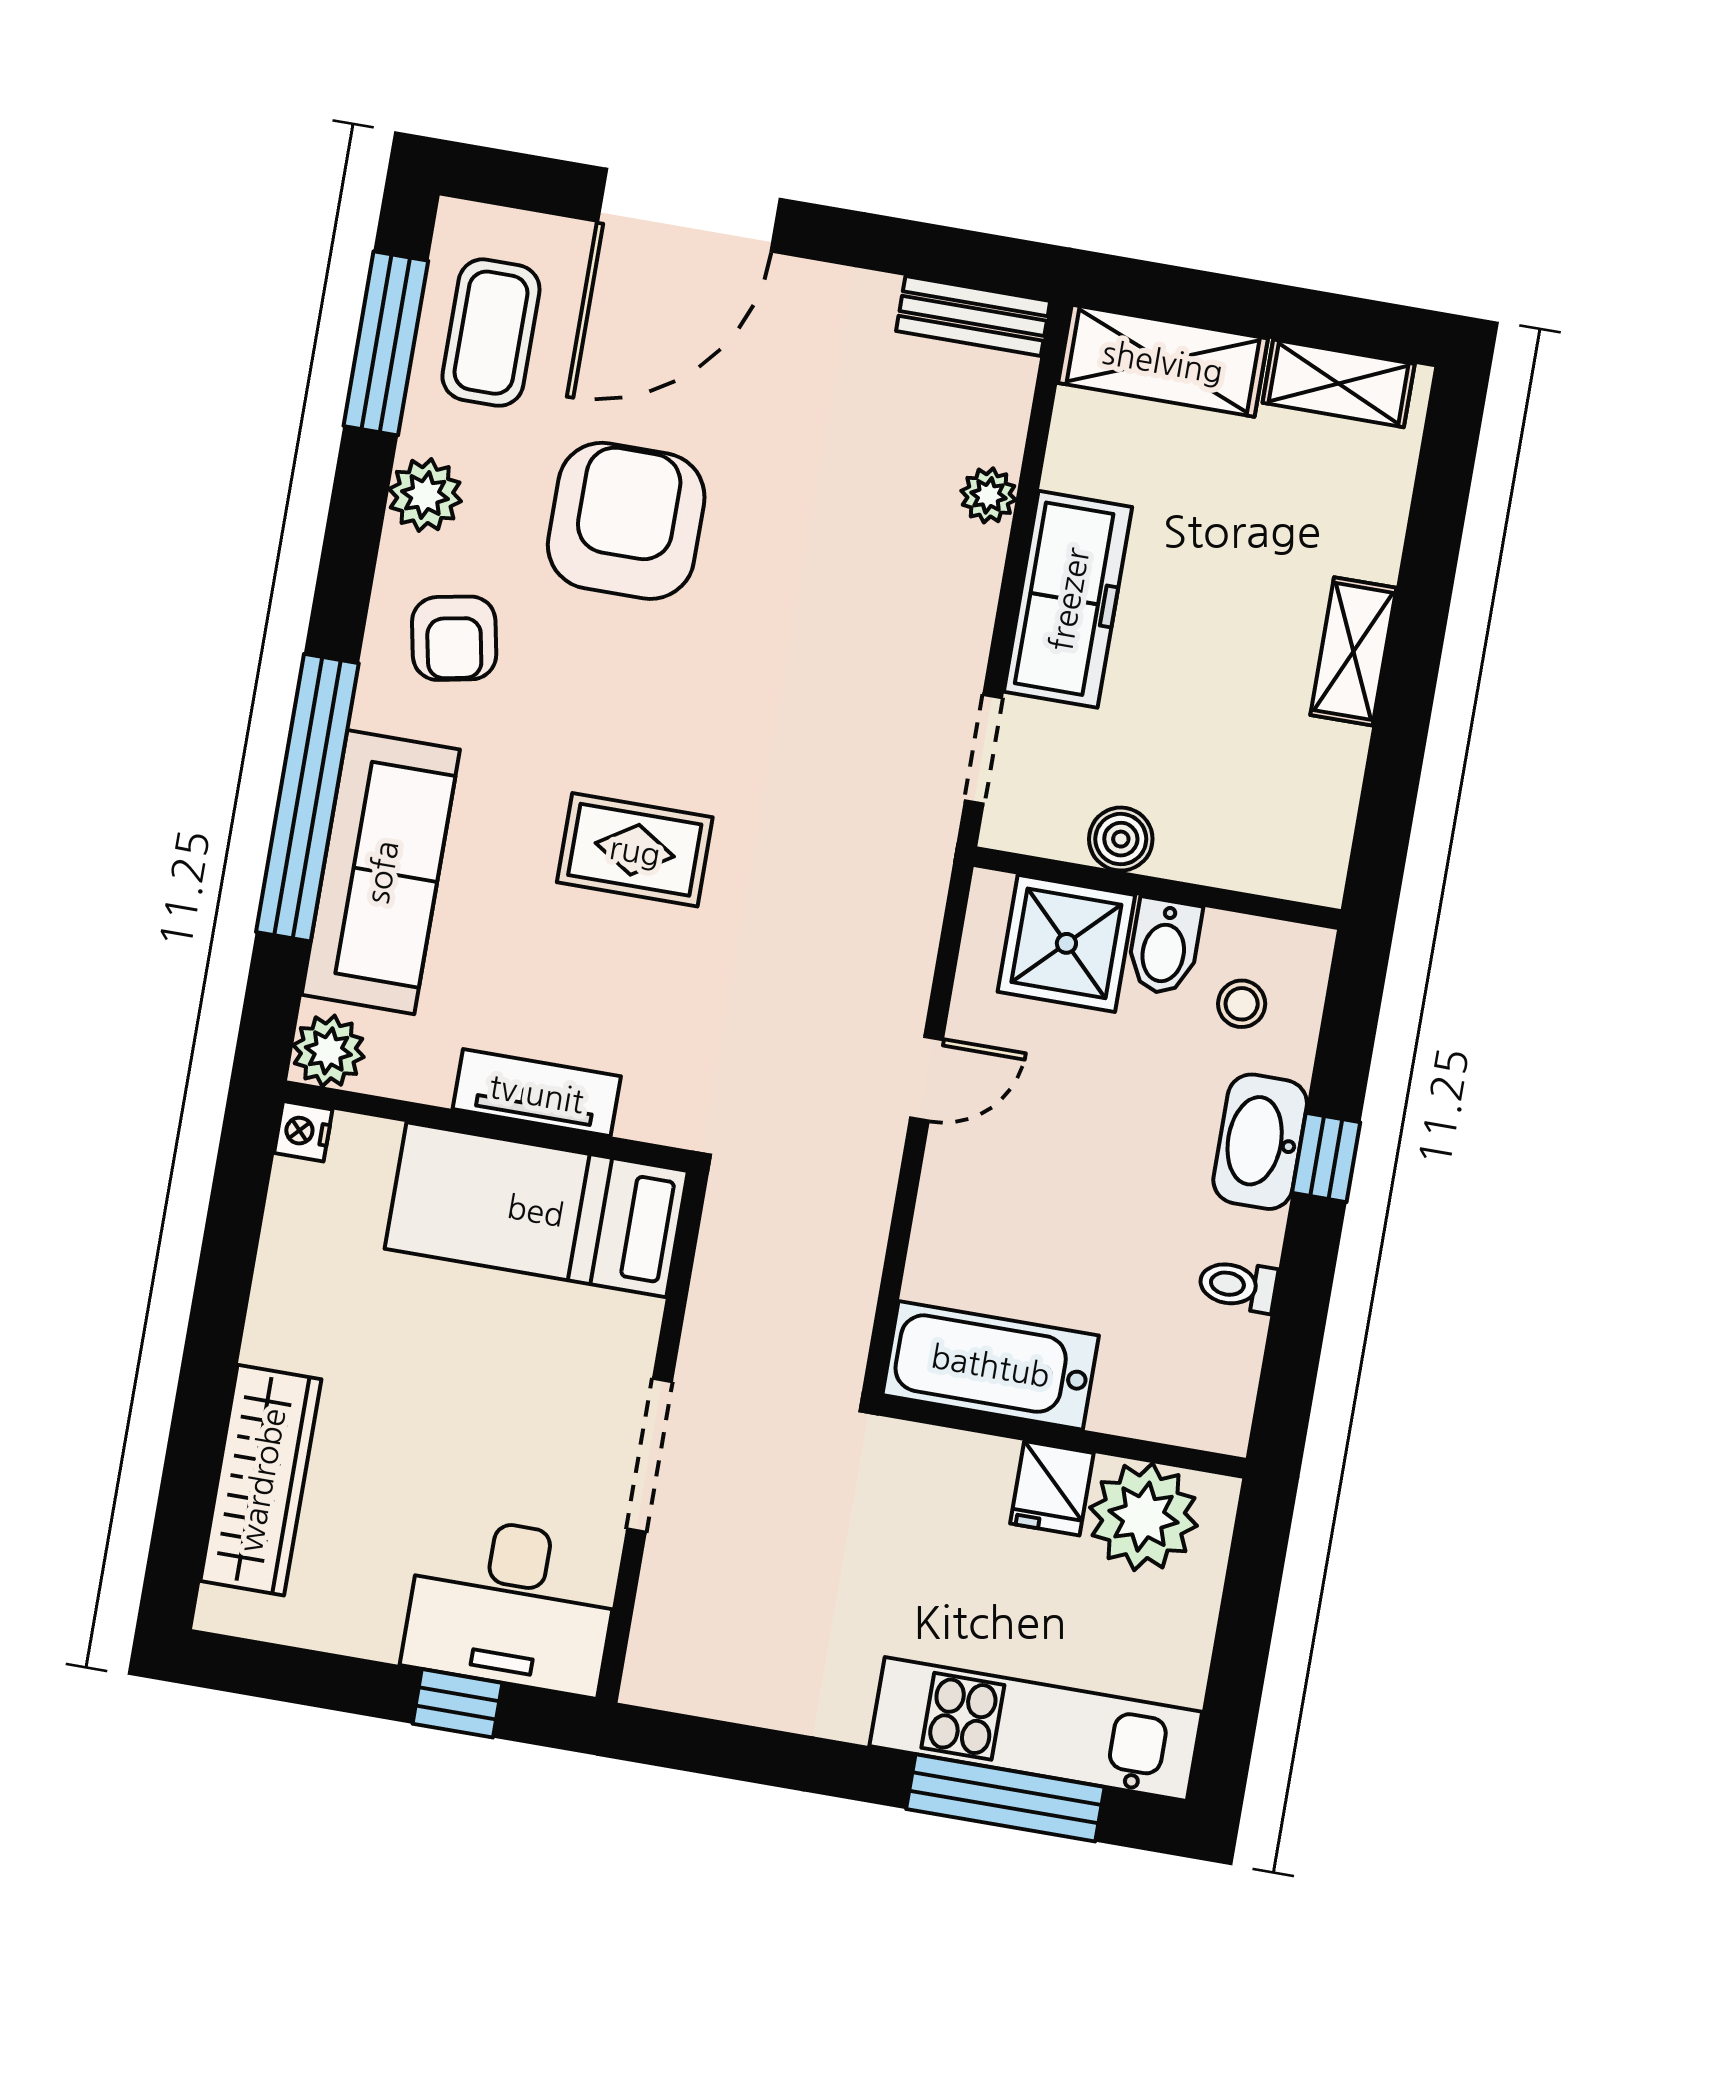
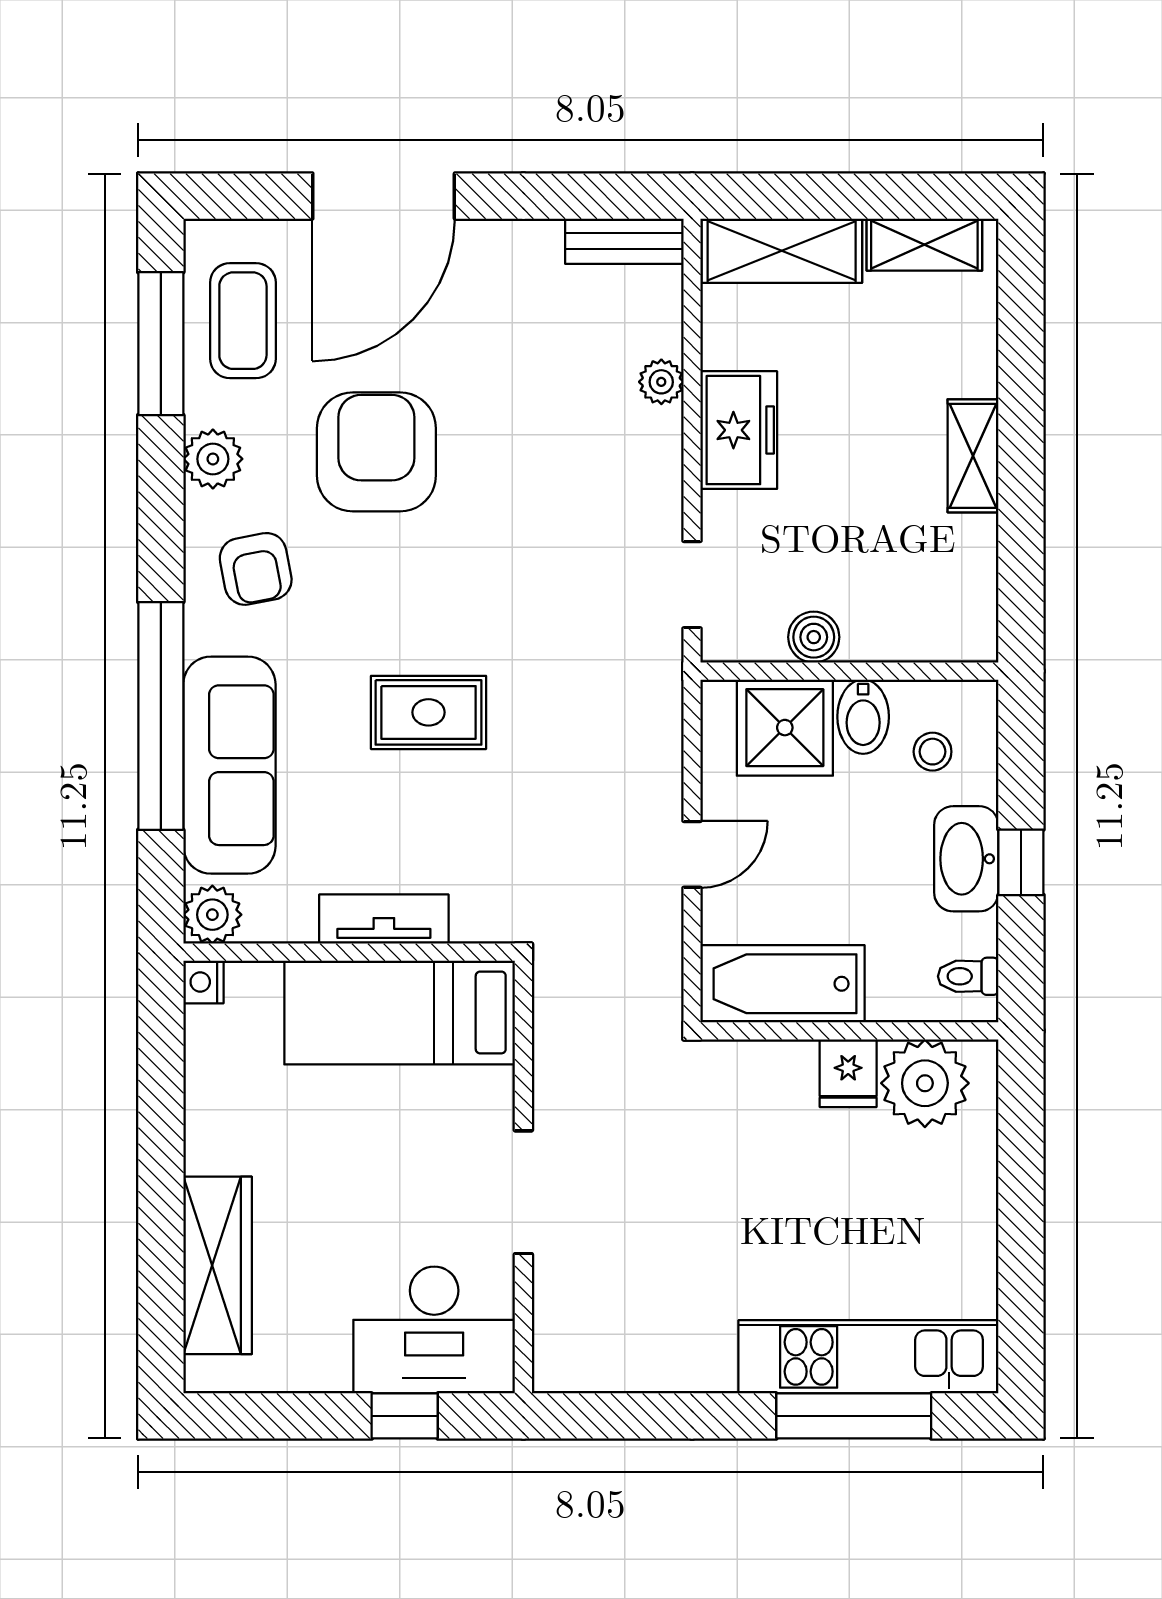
freezer: (1068, 599) -> (739, 430), width x0.71
bathtub: (991, 1365) -> (783, 984), moved
wall: (1062, 1437) -> (849, 1031), moved
fridge: (1052, 1488) -> (848, 1073), moved
plant: (1143, 1517) -> (925, 1083), moved

